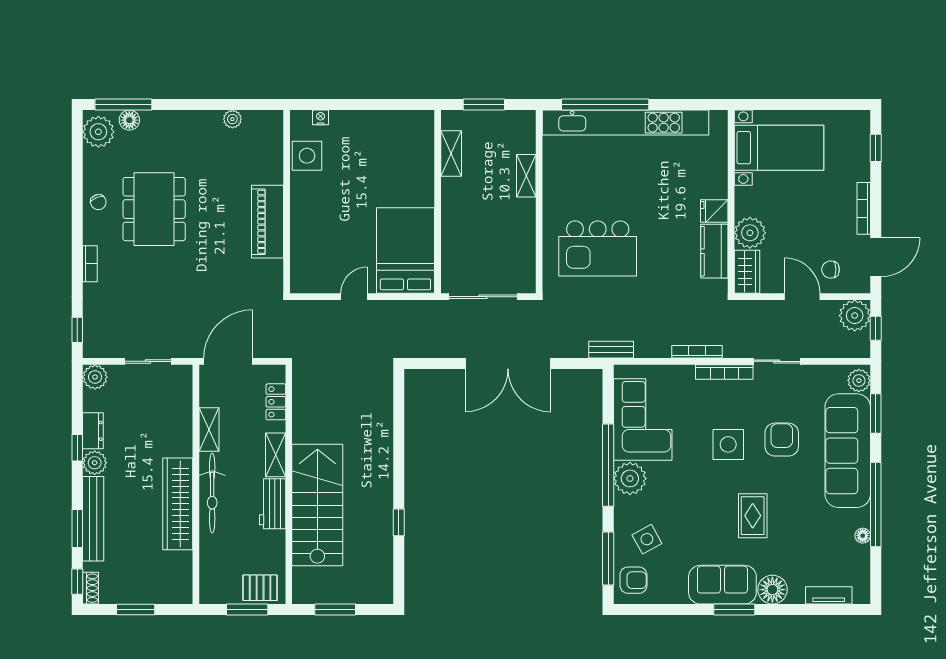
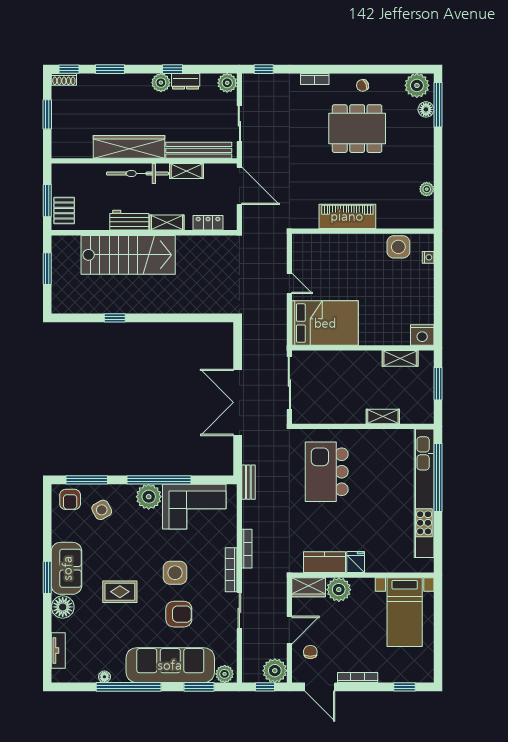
nightstand: (421, 125) -> (422, 335), added
bench: (93, 519) -> (199, 150), moved

